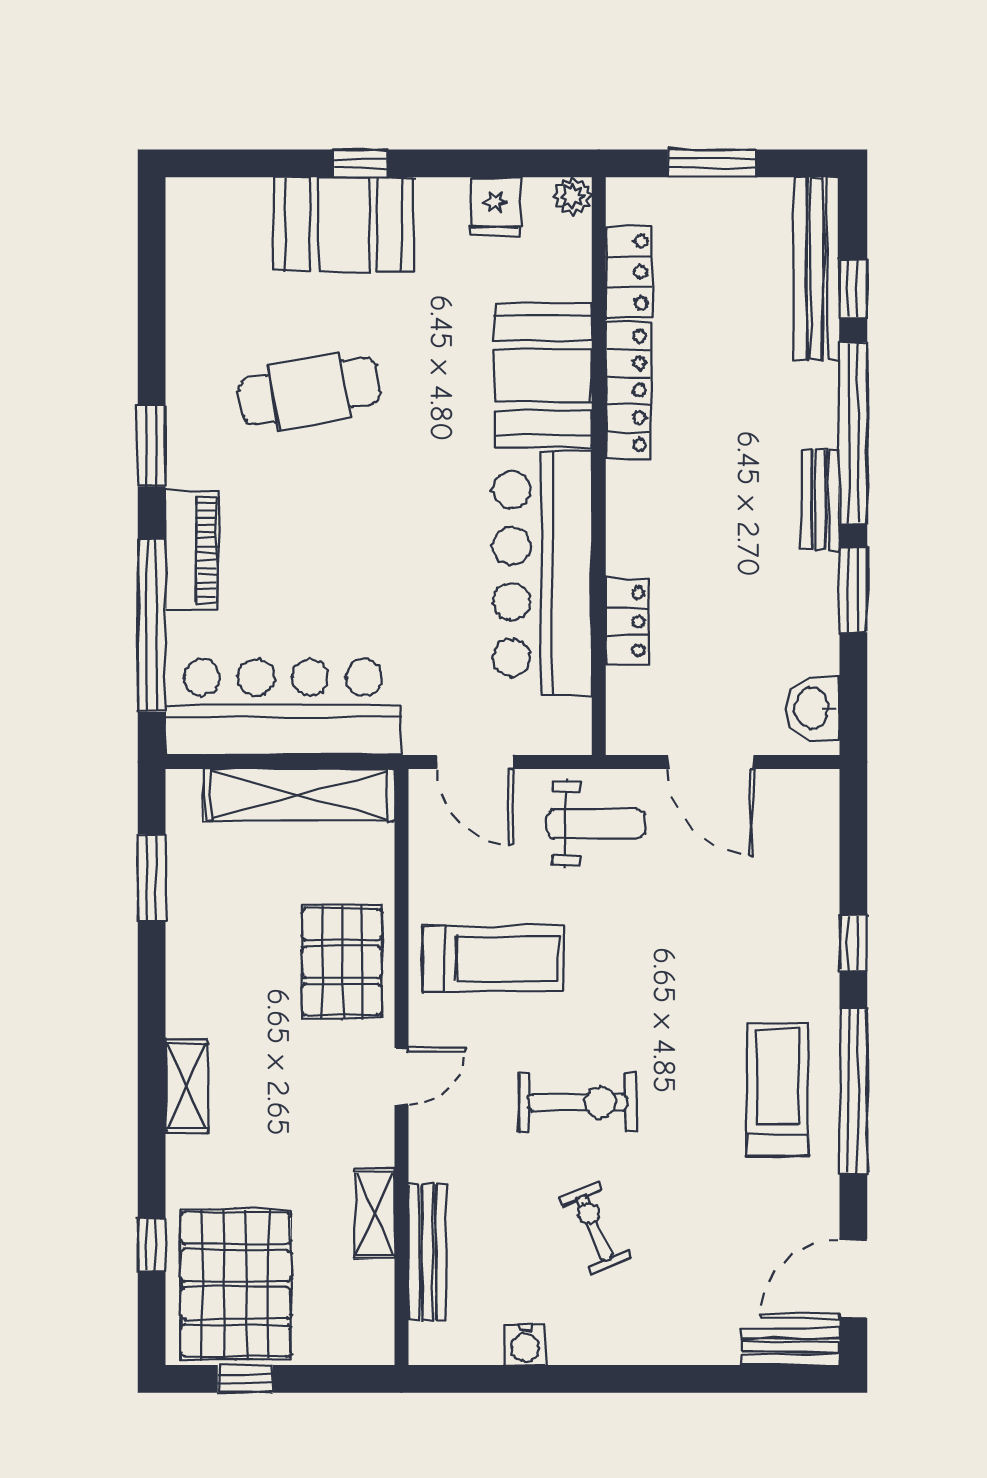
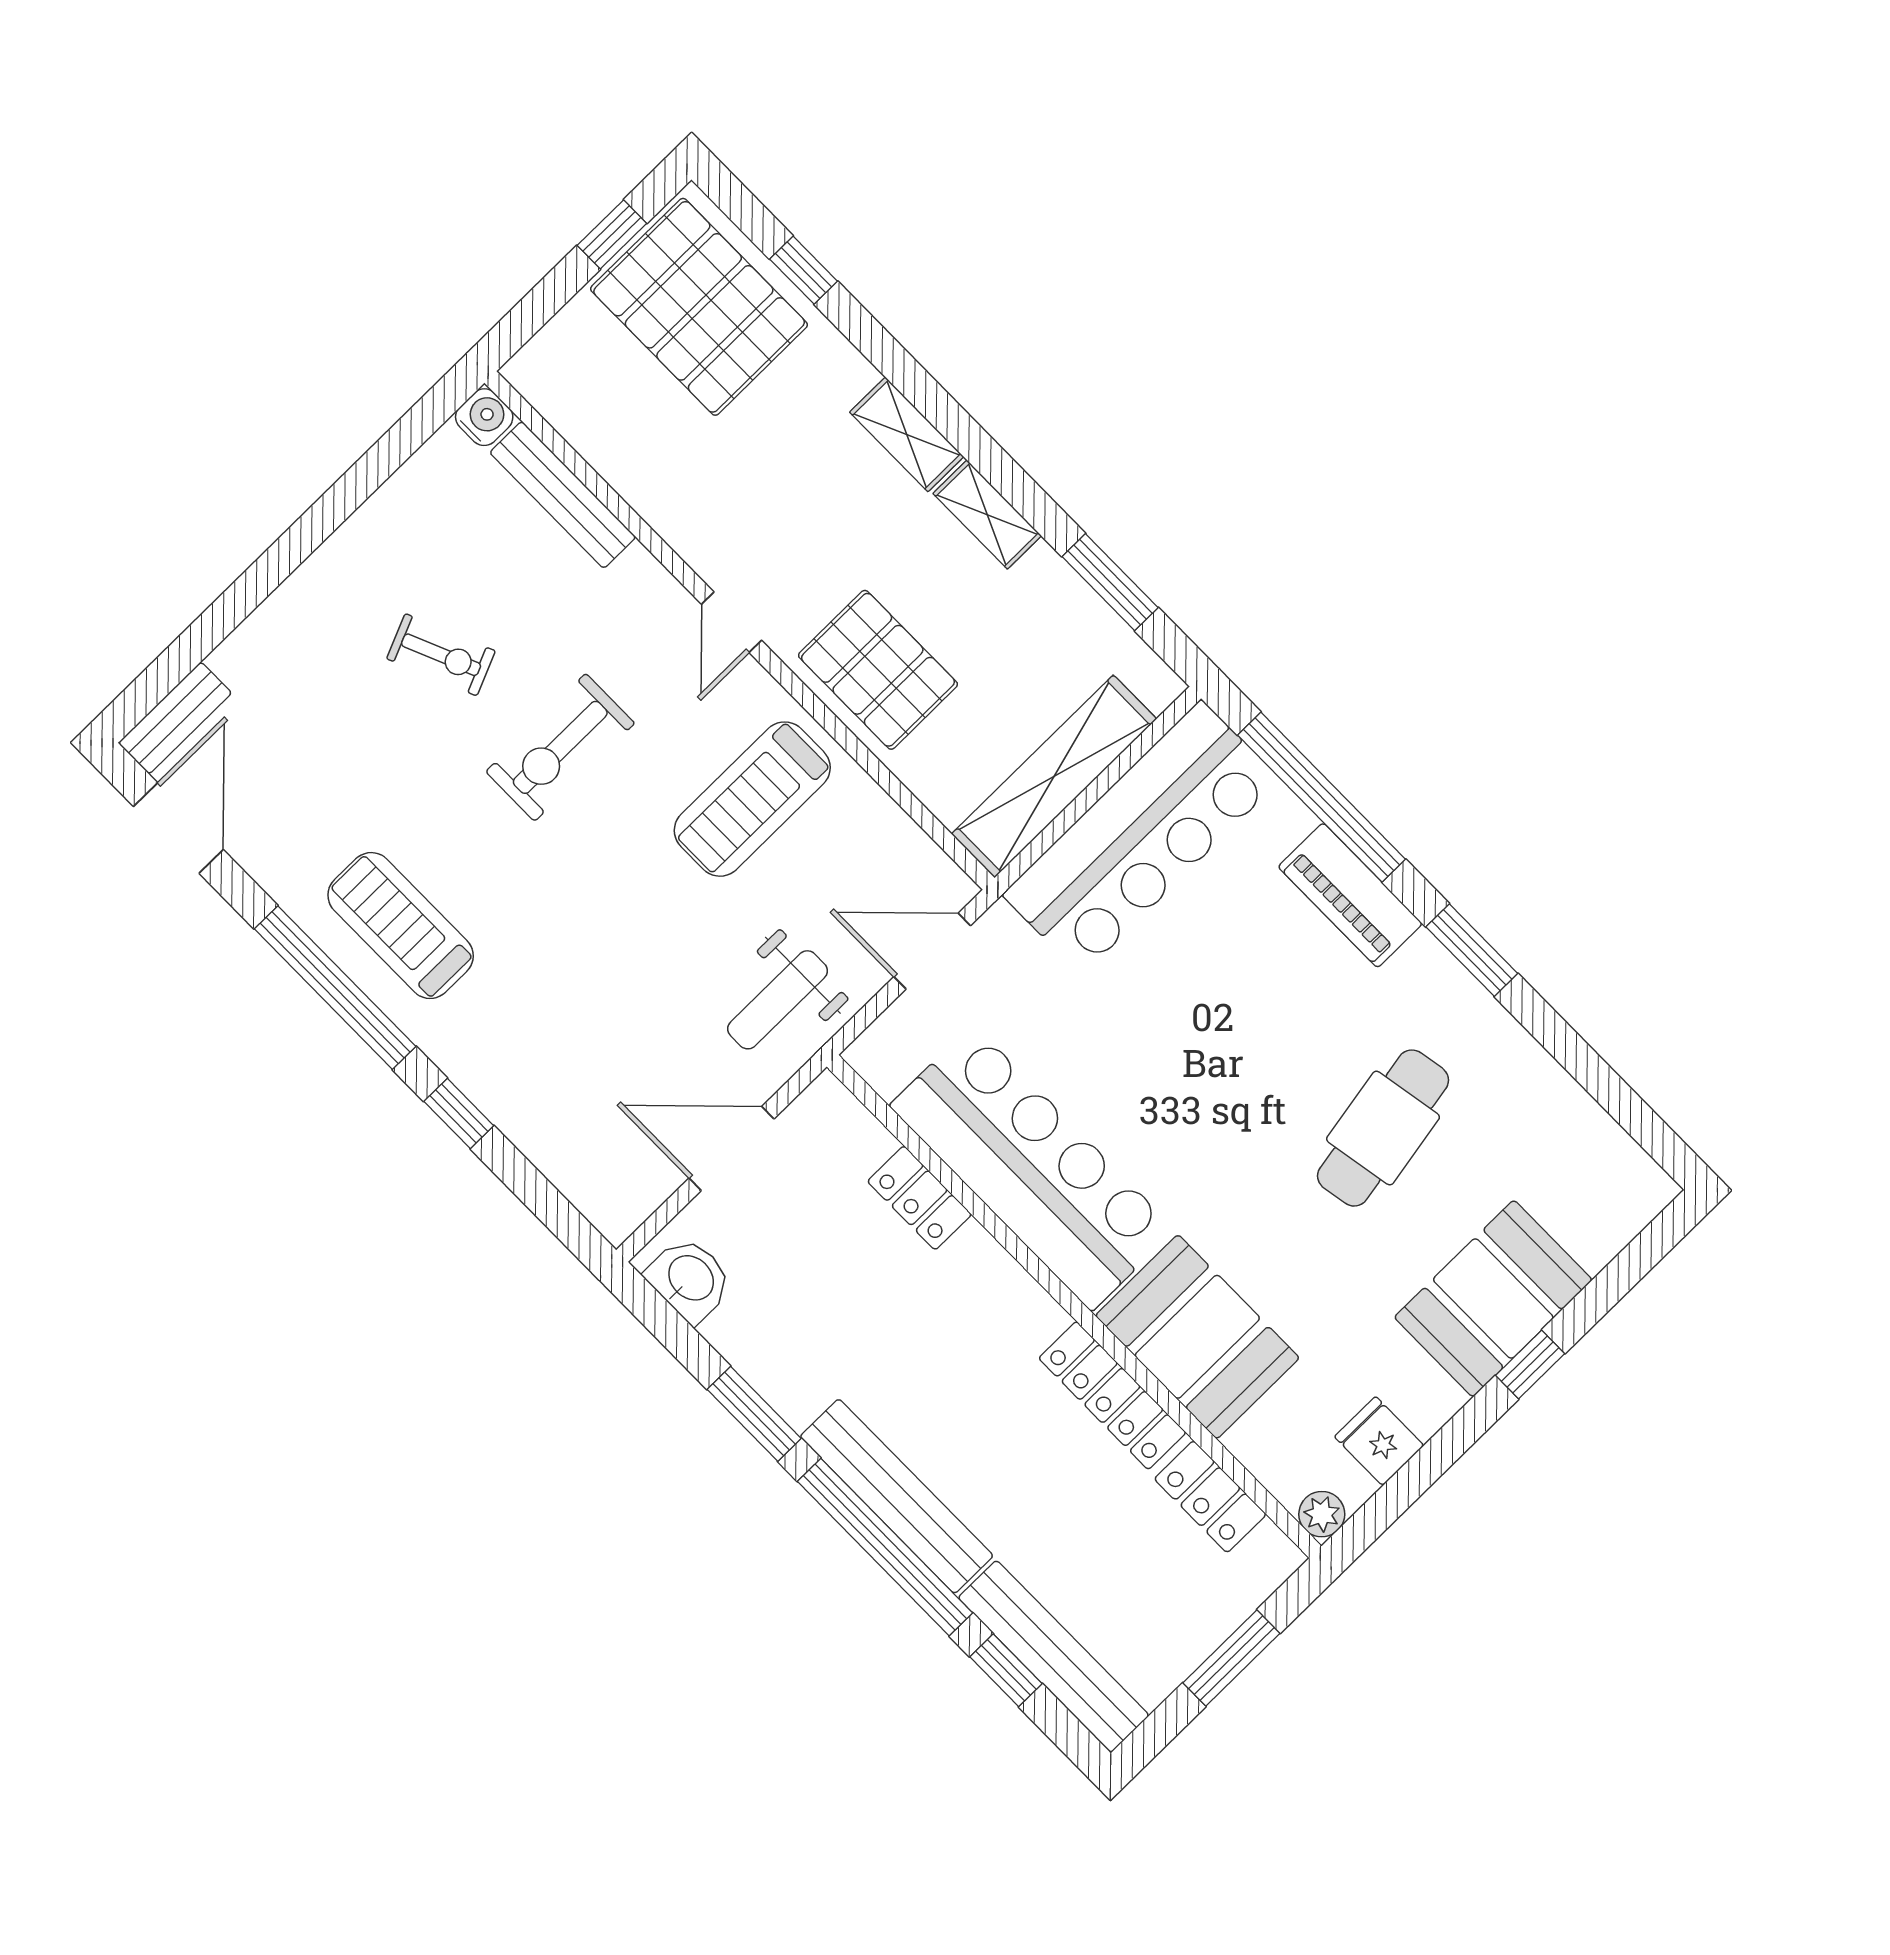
bench: (821, 500) -> (897, 1496), width x1.86, depth x1.21
treadmill: (778, 1090) -> (401, 926), turned 180
shelving: (375, 1214) -> (987, 515), moved
water cooler: (525, 1345) -> (484, 417), moved, turned 90

